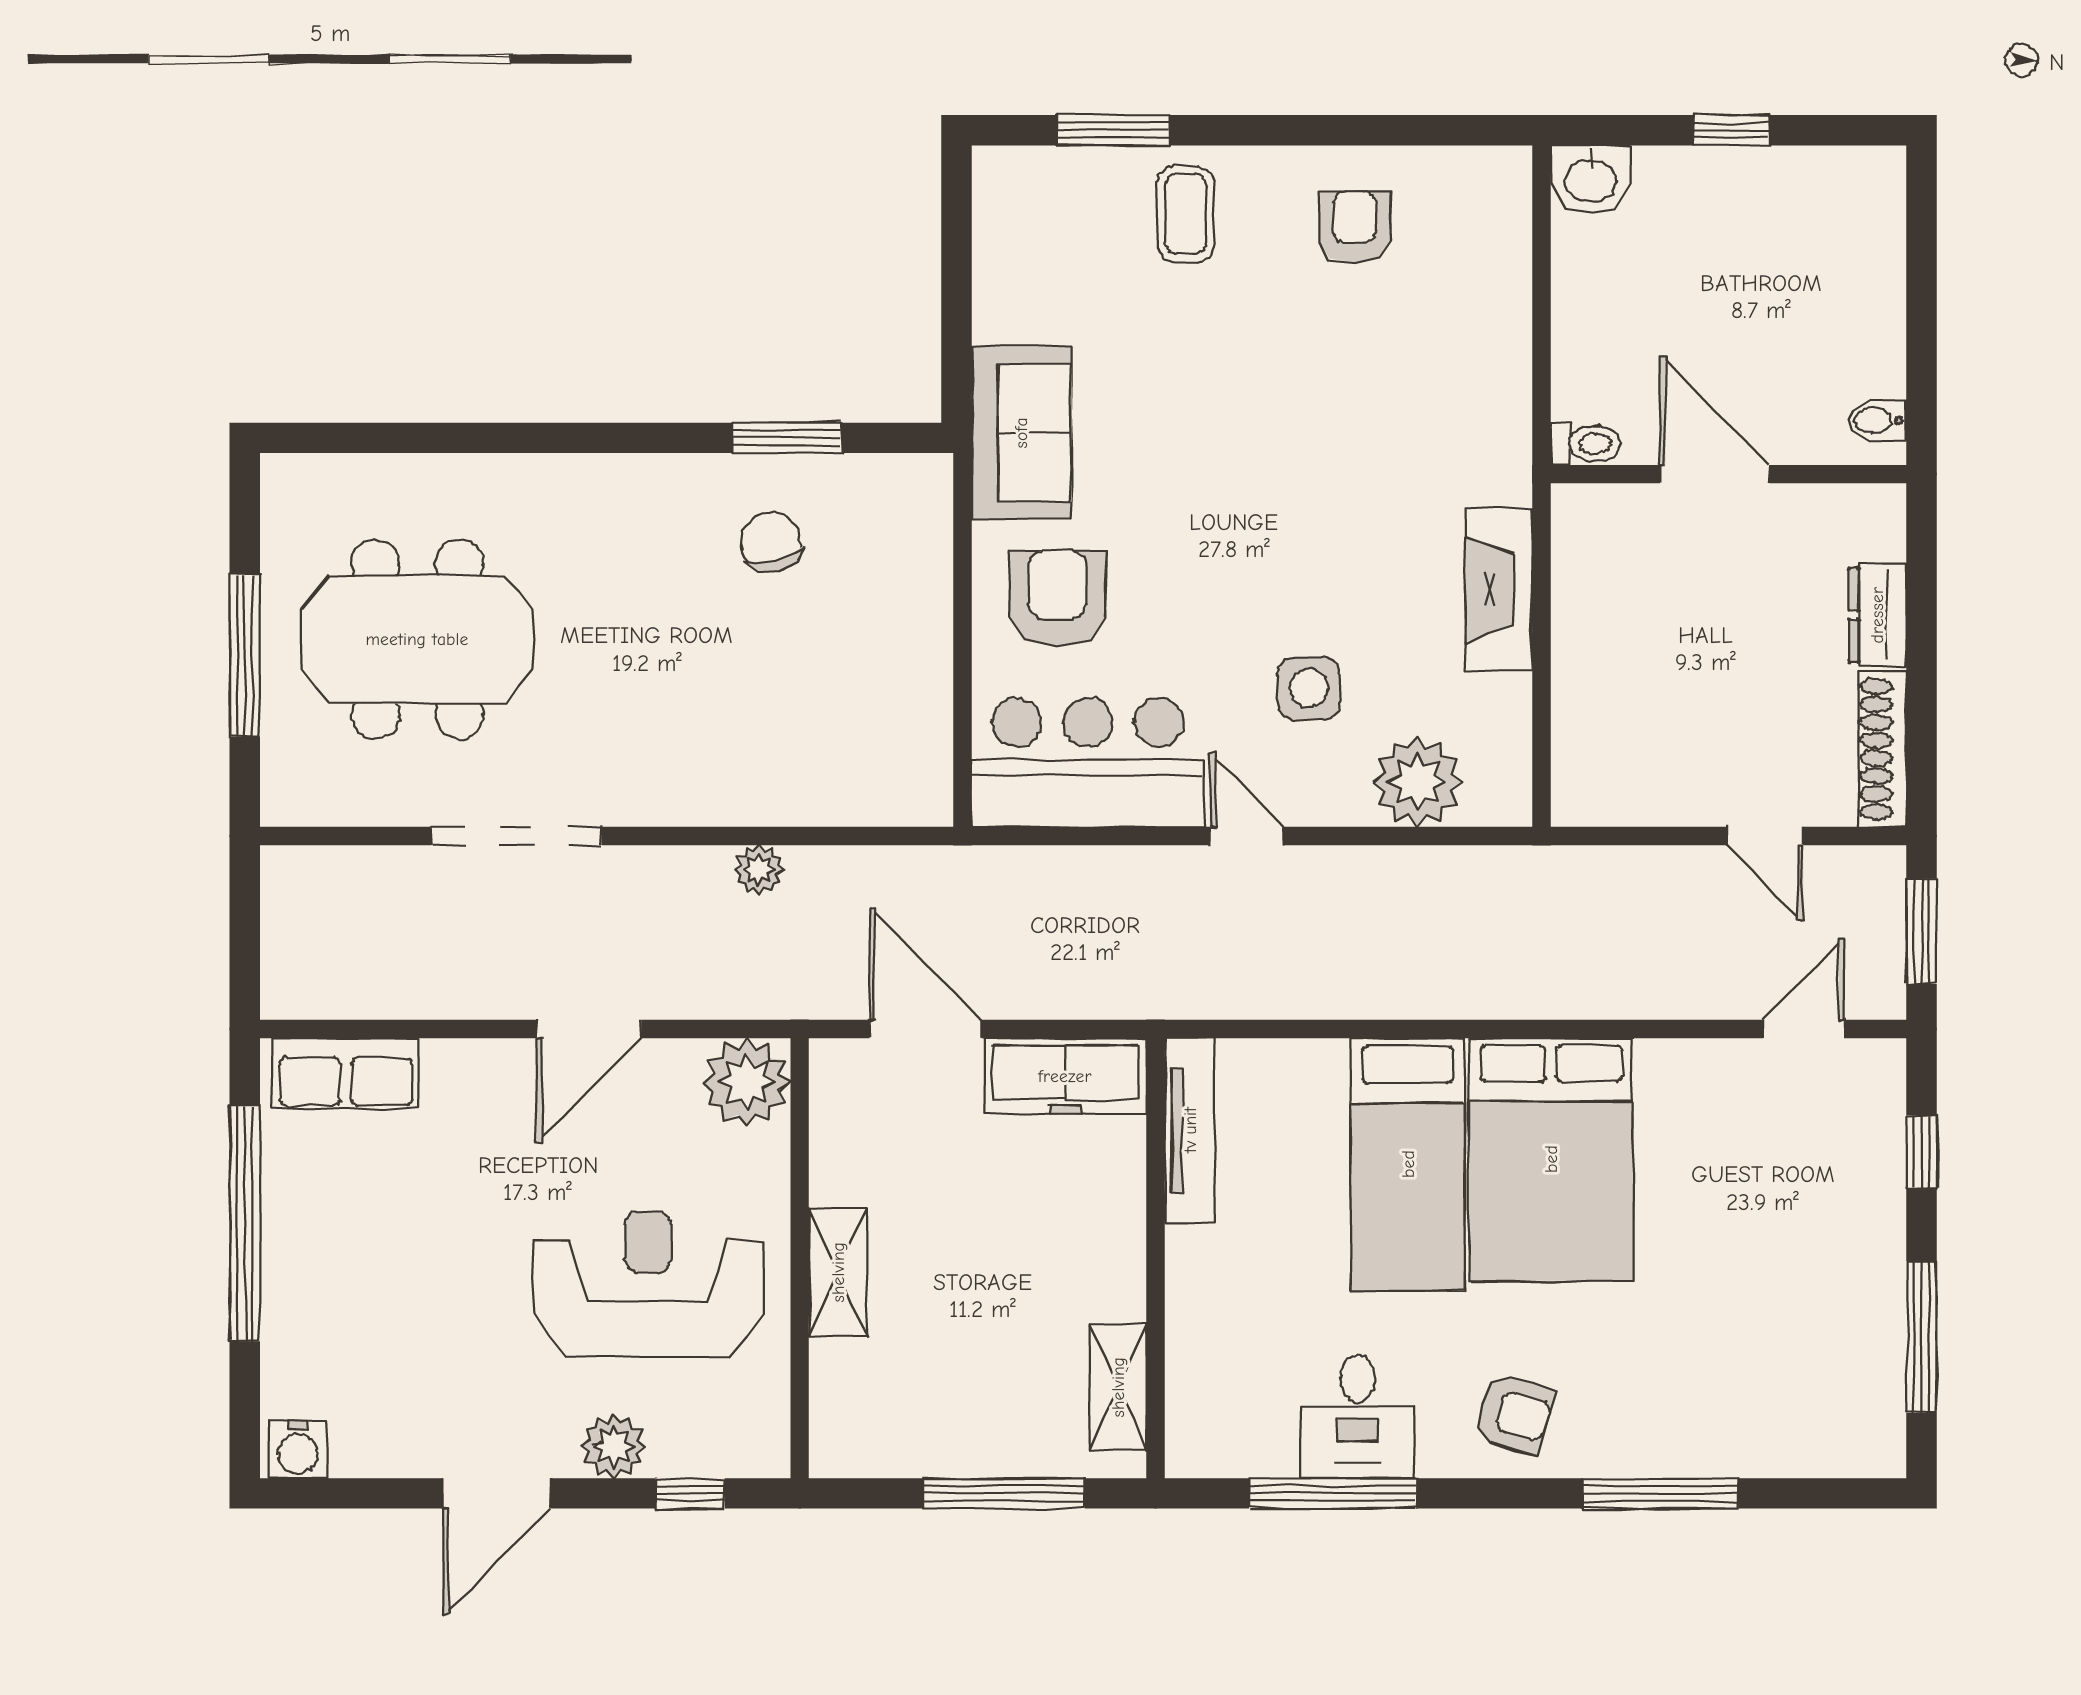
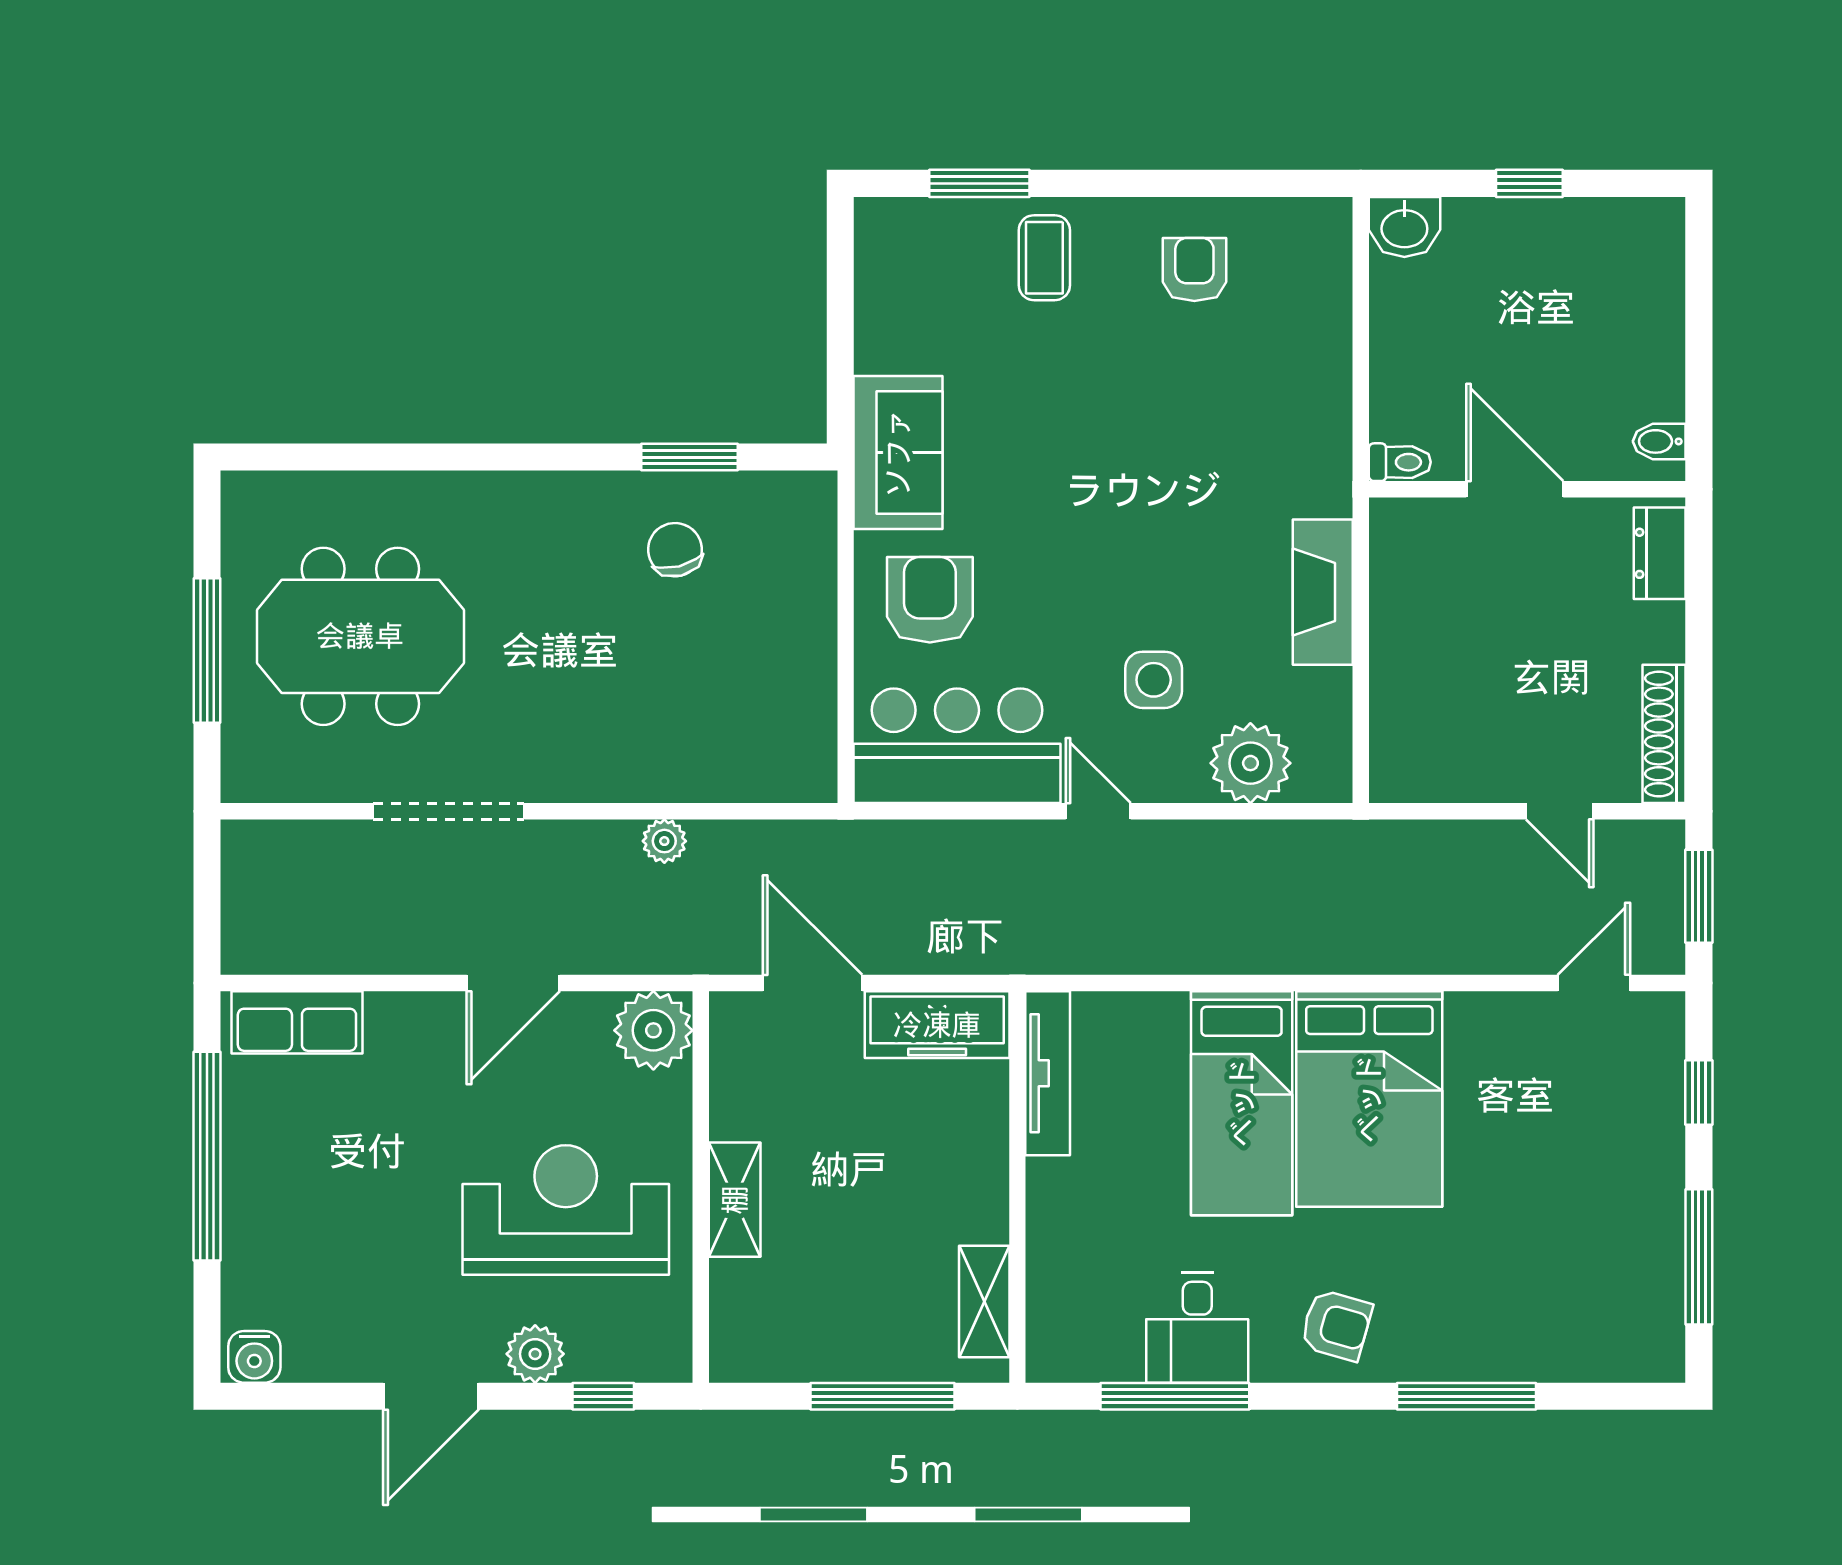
dresser: (1877, 615) -> (1660, 553), moved

